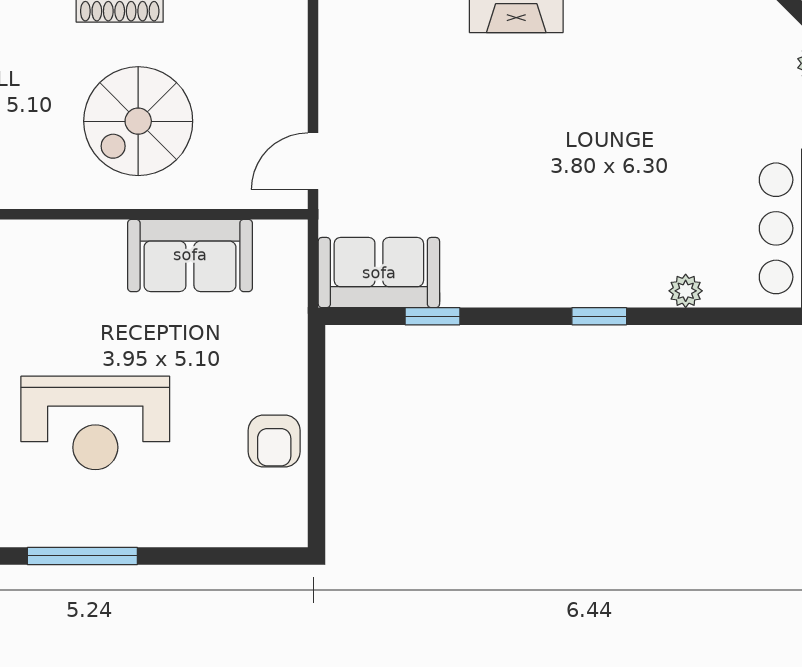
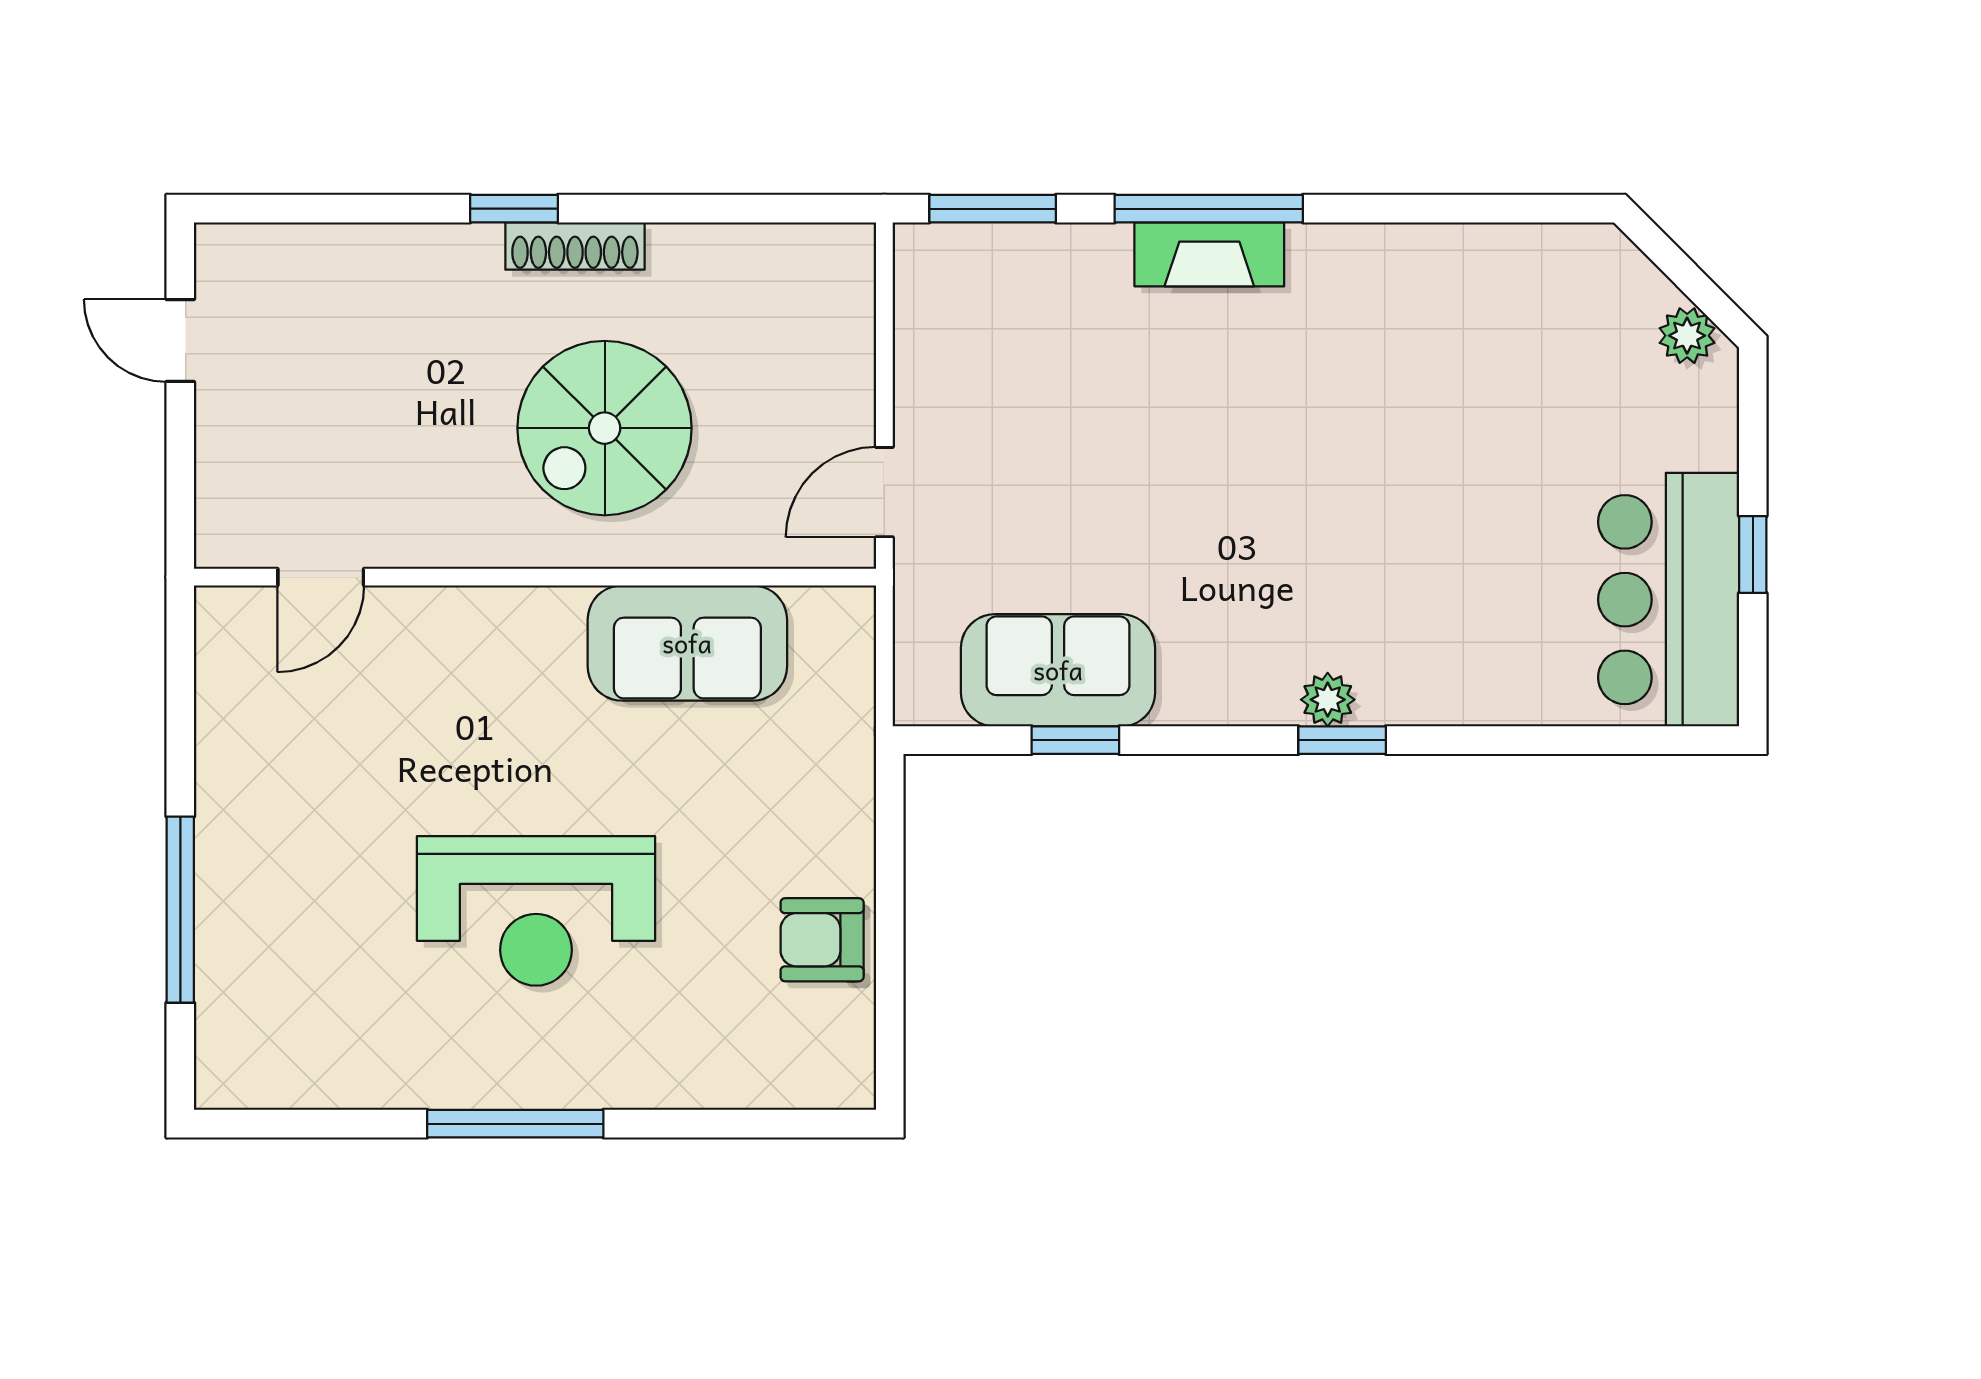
sofa: (379, 273) -> (1058, 670), moved
plant: (686, 291) -> (1328, 700), moved
armchair: (274, 441) -> (822, 940), turned 90

